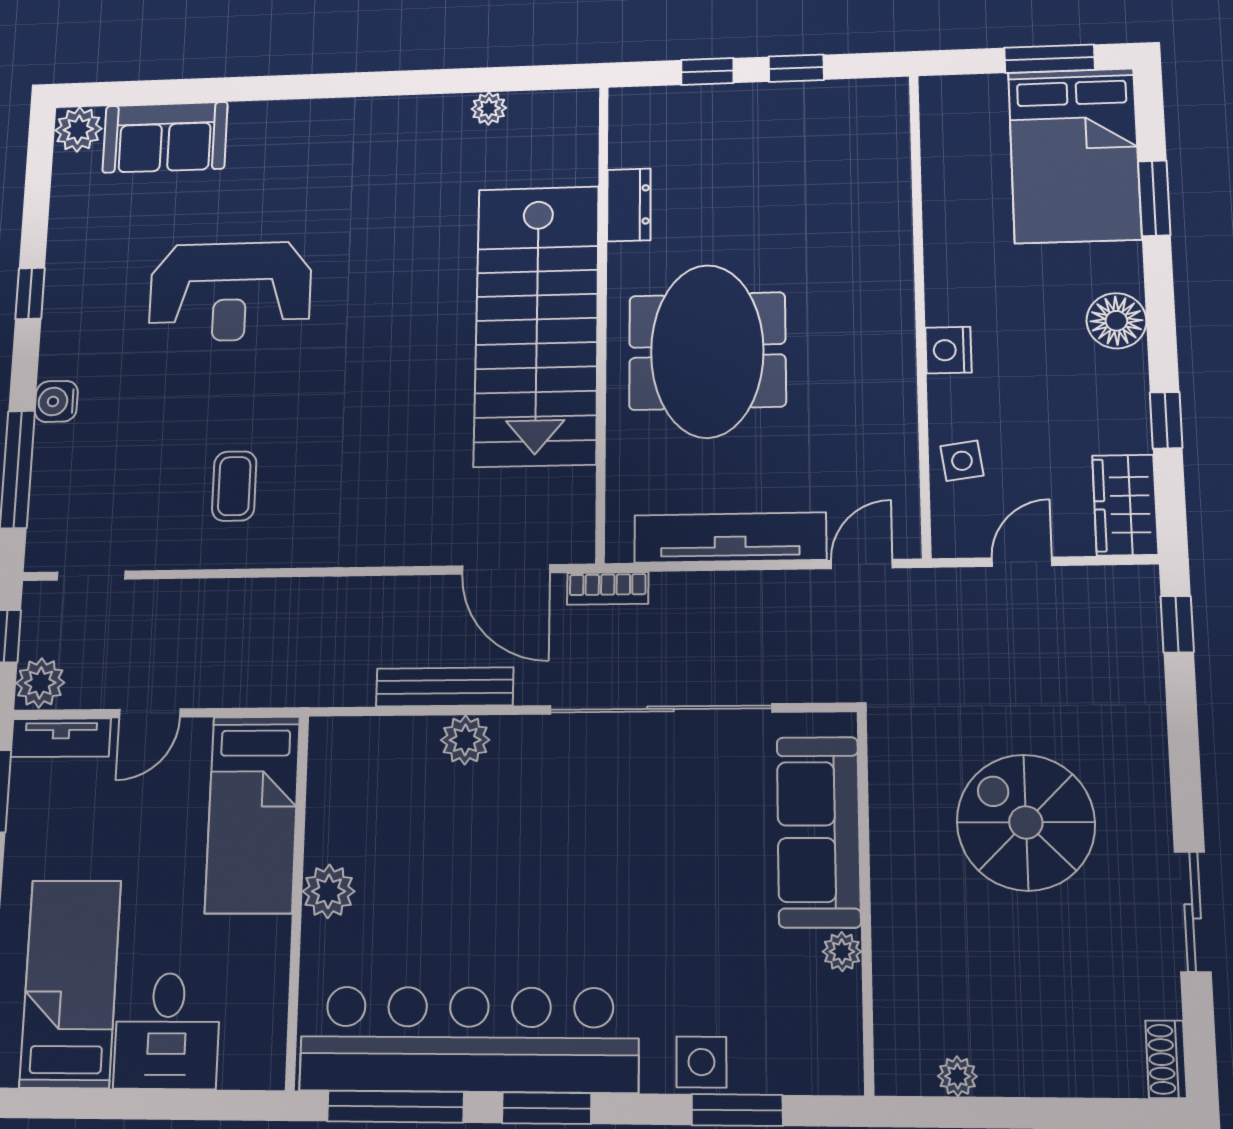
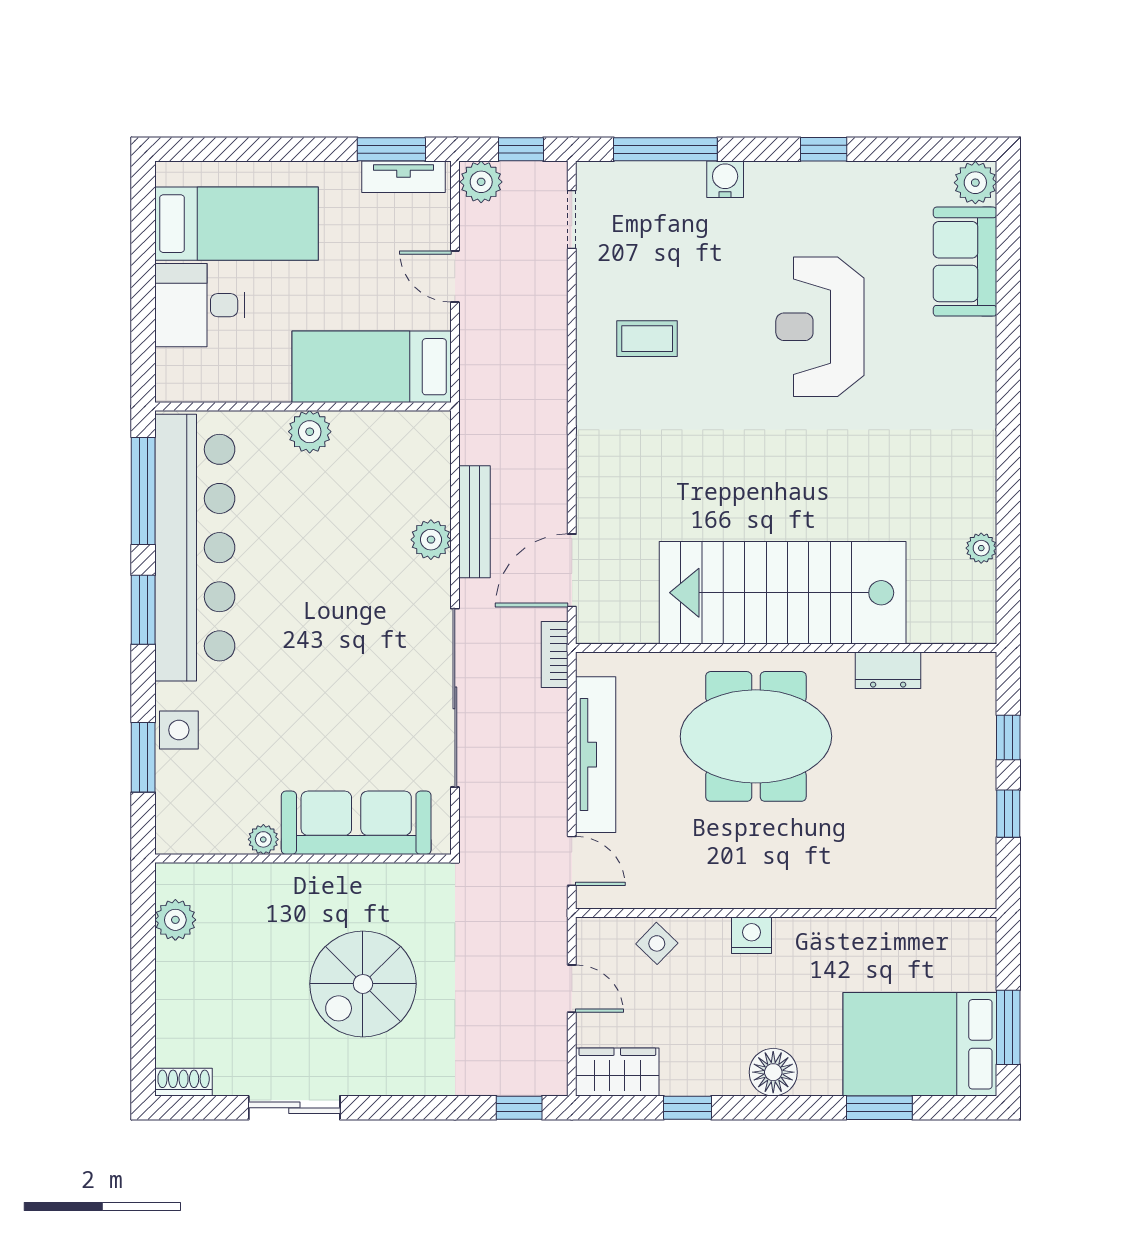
side table: (962, 461) -> (657, 943), turned -38
tv unit: (61, 738) -> (404, 177), moved, turned -90
spiral stairs: (1026, 822) -> (363, 984), turned 180
plant: (957, 1076) -> (175, 920), width x1.38, depth x1.38

